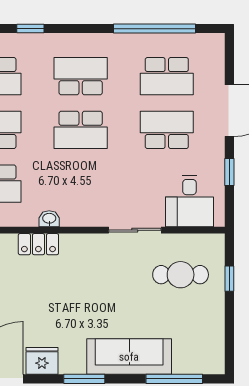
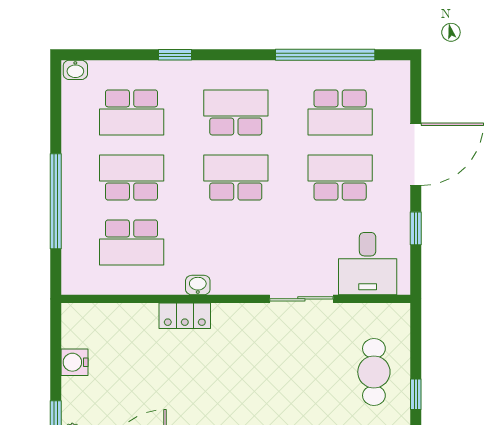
school desk: (81, 130) -> (236, 177), turned 180
cafe table: (181, 275) -> (374, 372), moved, turned 90
window: (229, 279) -> (416, 394), moved

